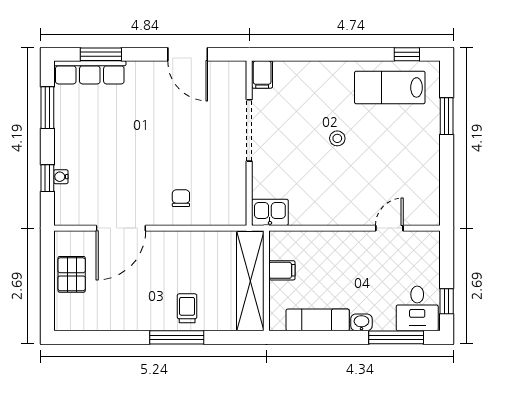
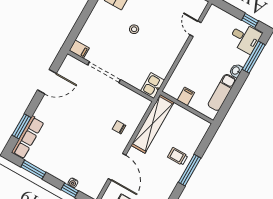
shelving: (250, 281) -> (153, 124), moved, turned 90

